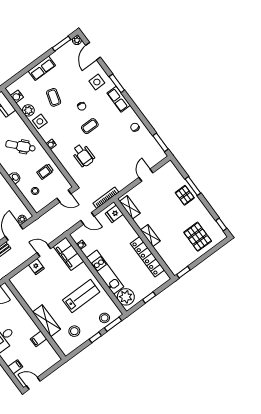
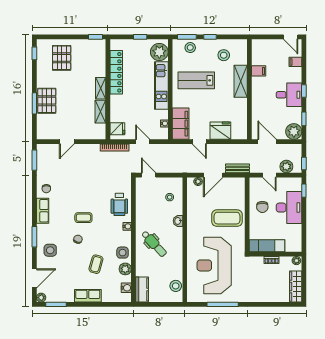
row of seats: (119, 99) -> (43, 211), moved
wheelchair: (83, 155) -> (119, 204), moved, turned 180
trolley: (45, 172) -> (149, 207), removed
pallet: (185, 195) -> (47, 101), width x1.50, depth x1.42
shelving: (130, 207) -> (100, 112), moved
fridge: (36, 267) -> (220, 131), width x1.88, depth x1.34

